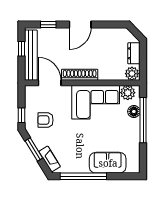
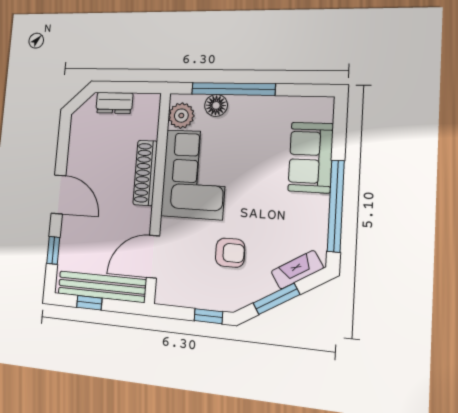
plant: (132, 74) -> (148, 107), removed
shoe rack: (80, 75) -> (145, 173), moved
armchair: (45, 120) -> (230, 253), moved, turned -90

